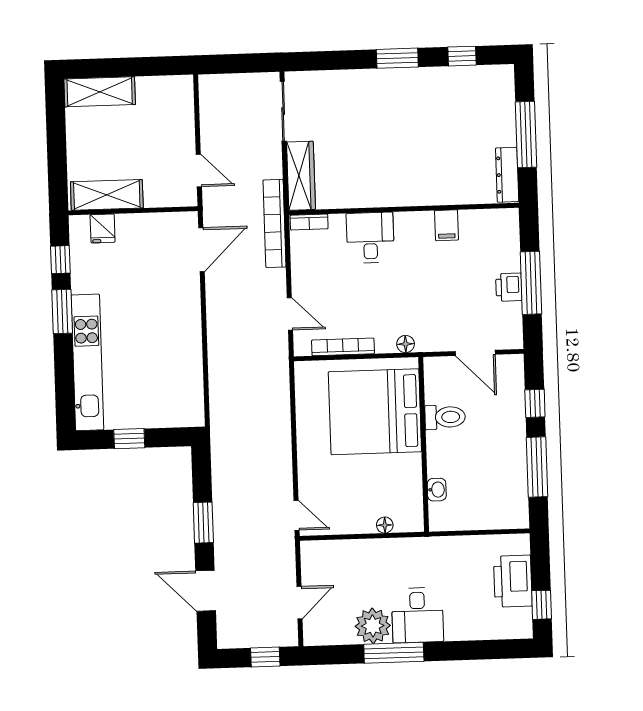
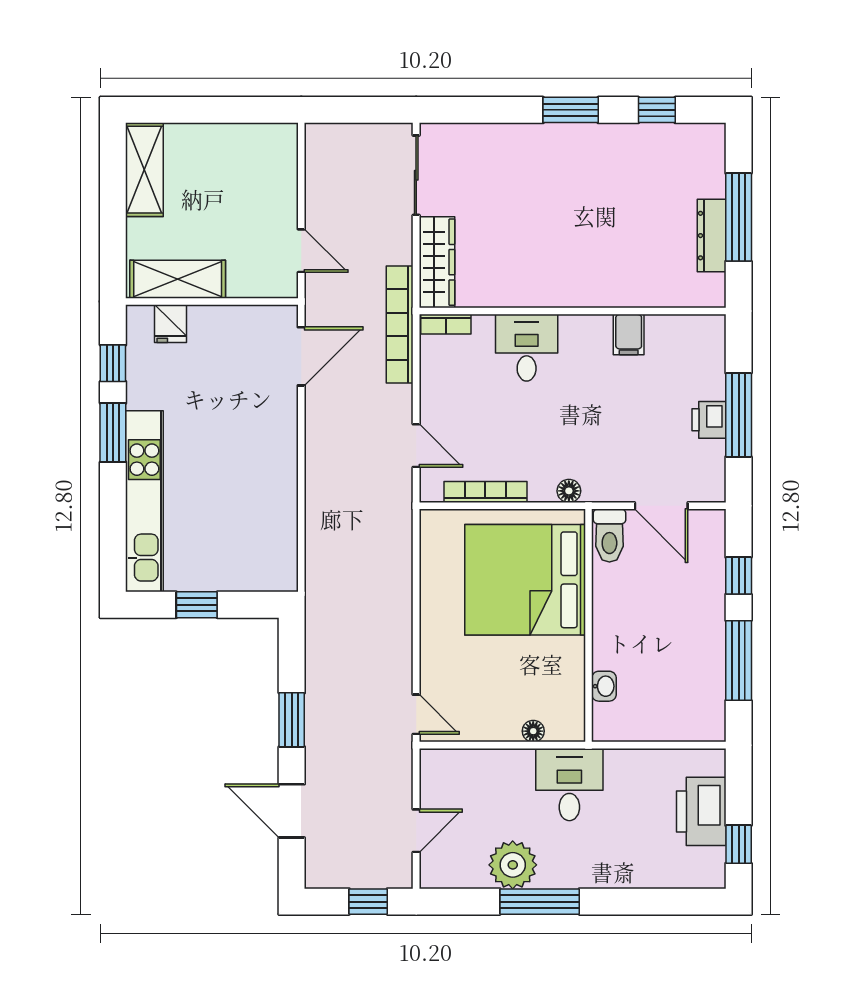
shelving: (100, 92) -> (144, 170), moved, turned 90
dresser: (507, 175) -> (712, 236), moved
toilet: (445, 417) -> (609, 536), moved, turned 90
desk: (418, 615) -> (569, 785), moved, turned 180

